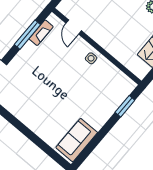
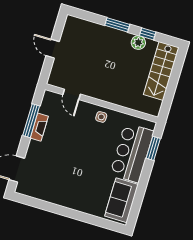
fireplace: (41, 33) -> (39, 127), moved
bar counter: (104, 102) -> (132, 153), added

